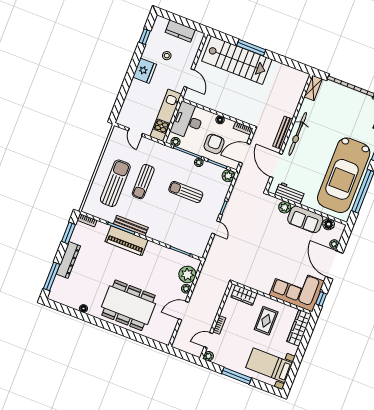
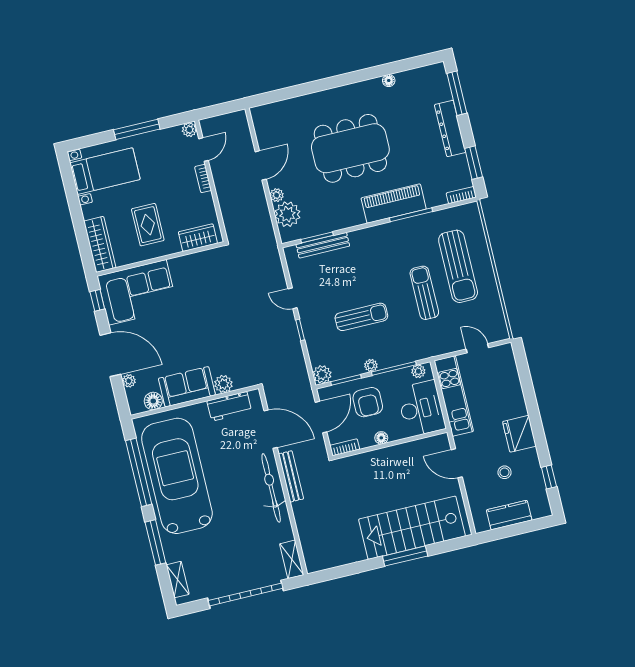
bench: (131, 226) -> (323, 245), moved
dining table: (128, 305) -> (350, 148), moved

